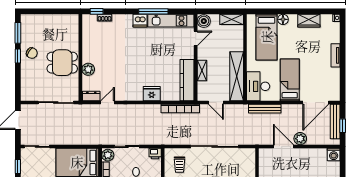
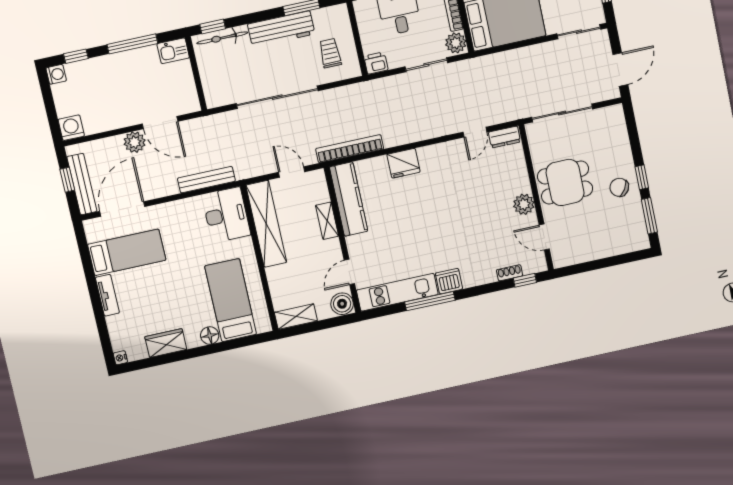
door: (80, 34) -> (544, 237), added
plant: (88, 69) -> (524, 204), moved
bed: (290, 80) -> (127, 252), moved, turned -90

